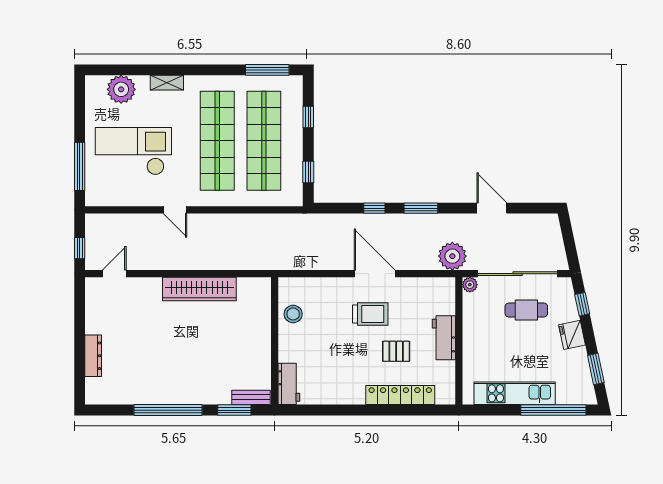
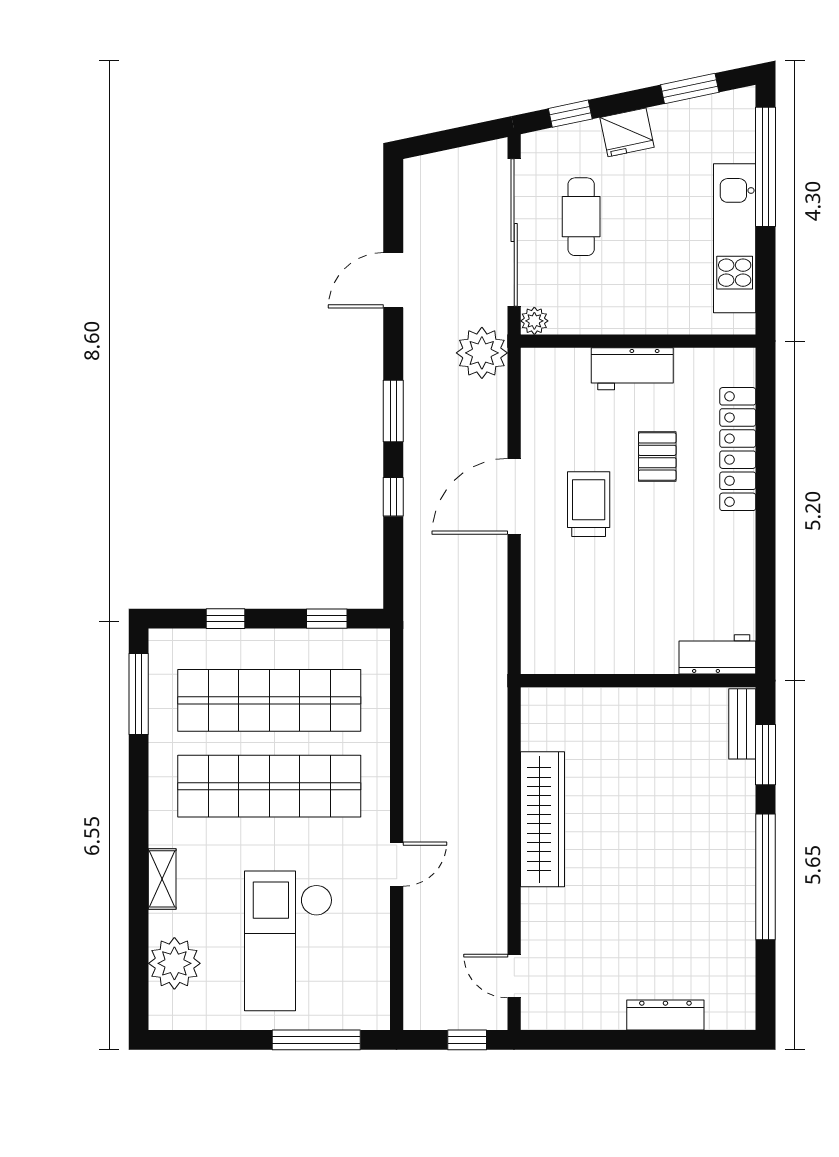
stool: (293, 314) -> (588, 646), removed

